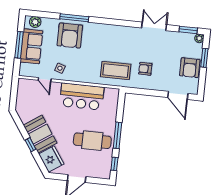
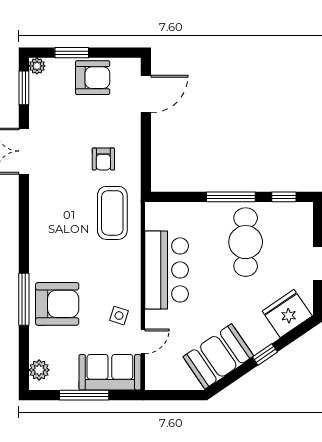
sofa: (31, 46) -> (110, 372), moved
booth: (40, 134) -> (218, 356), moved

